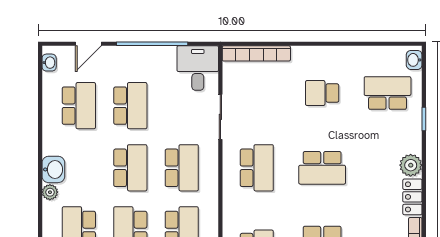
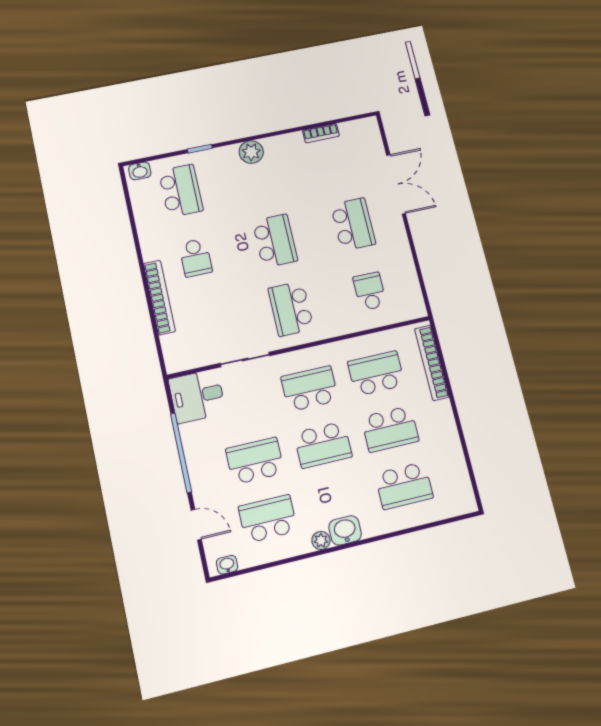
bookcase: (256, 53) -> (159, 297), moved
school desk: (388, 93) -> (181, 191), turned 180
school desk: (130, 168) -> (323, 445), turned 180
school desk: (257, 168) -> (291, 309), turned -90
plant: (50, 192) -> (321, 540), moved
locker: (412, 197) -> (284, 144), removed

